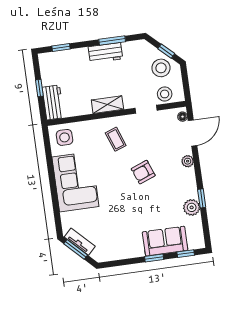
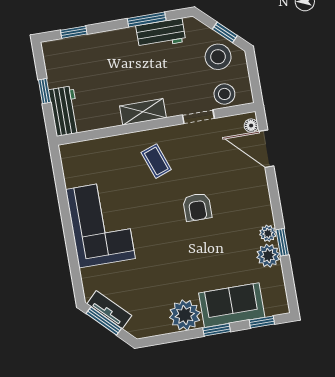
workbench: (105, 53) -> (161, 34), moved
door: (193, 133) -> (266, 149), swing flipped
side table: (65, 137) -> (83, 161), removed
plant: (188, 161) -> (268, 233), moved
armchair: (143, 172) -> (197, 207), turned -69
plant: (132, 247) -> (185, 315), added

